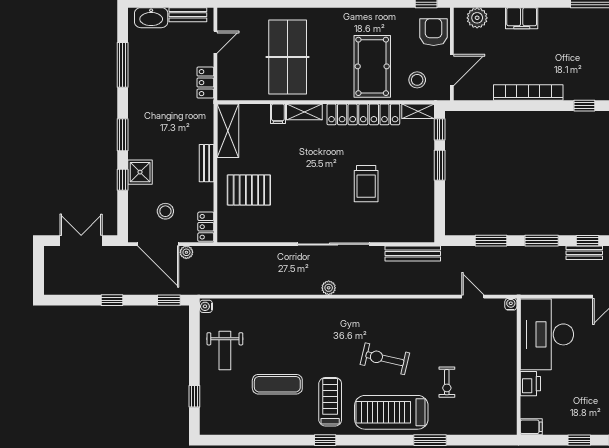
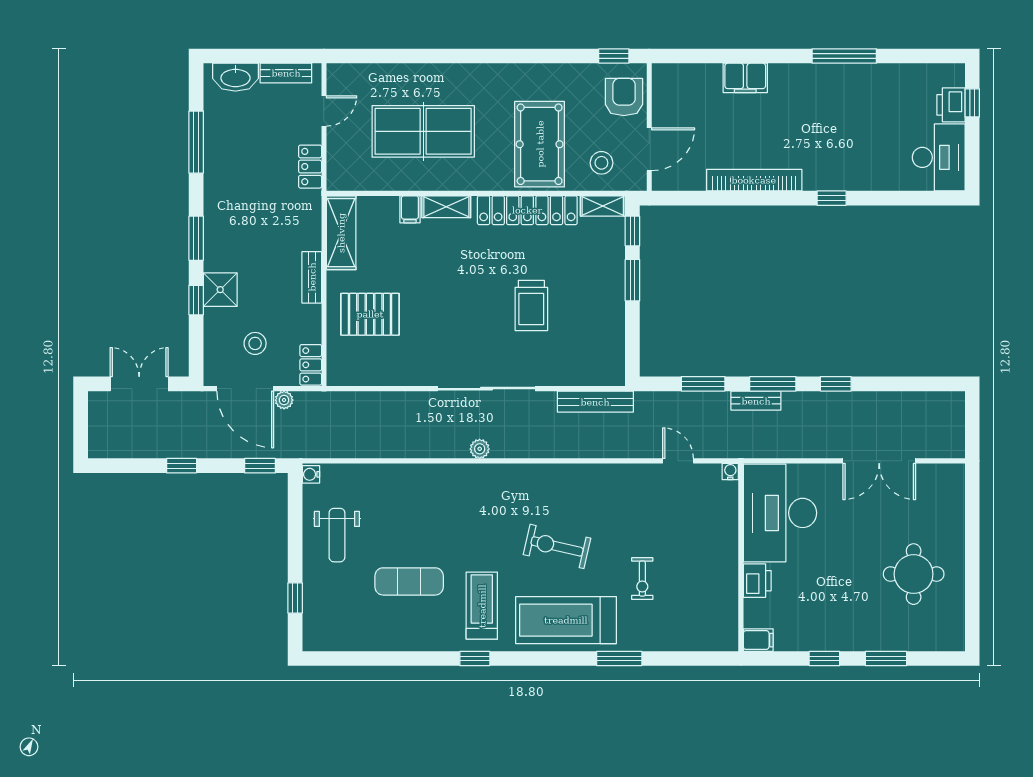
plant: (477, 18) -> (684, 77), removed
table tennis table: (288, 57) -> (423, 131), turned 90
bench: (584, 253) -> (756, 401), moved

